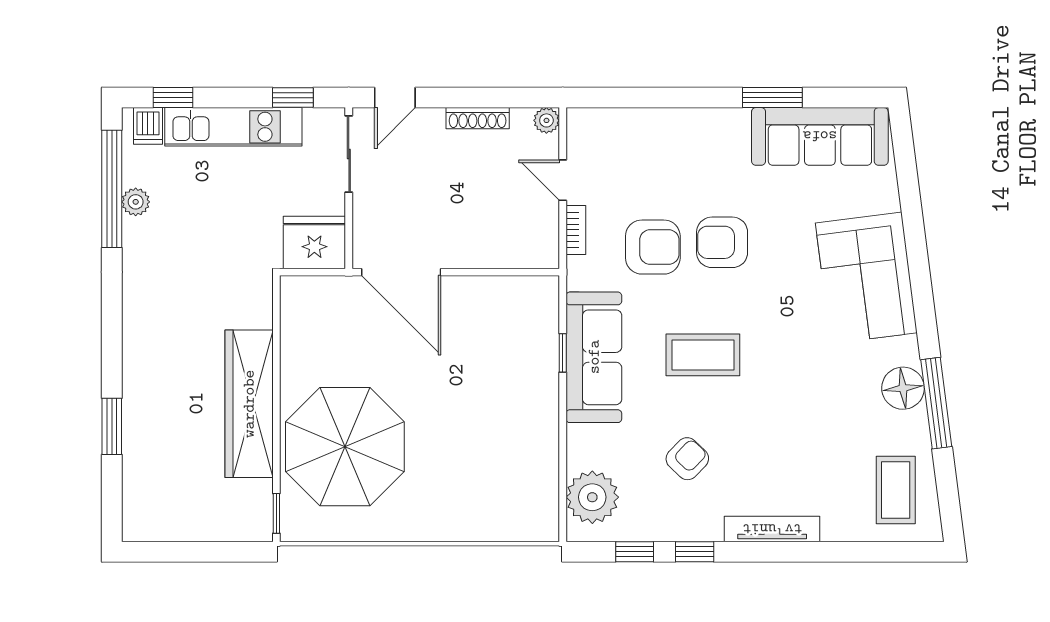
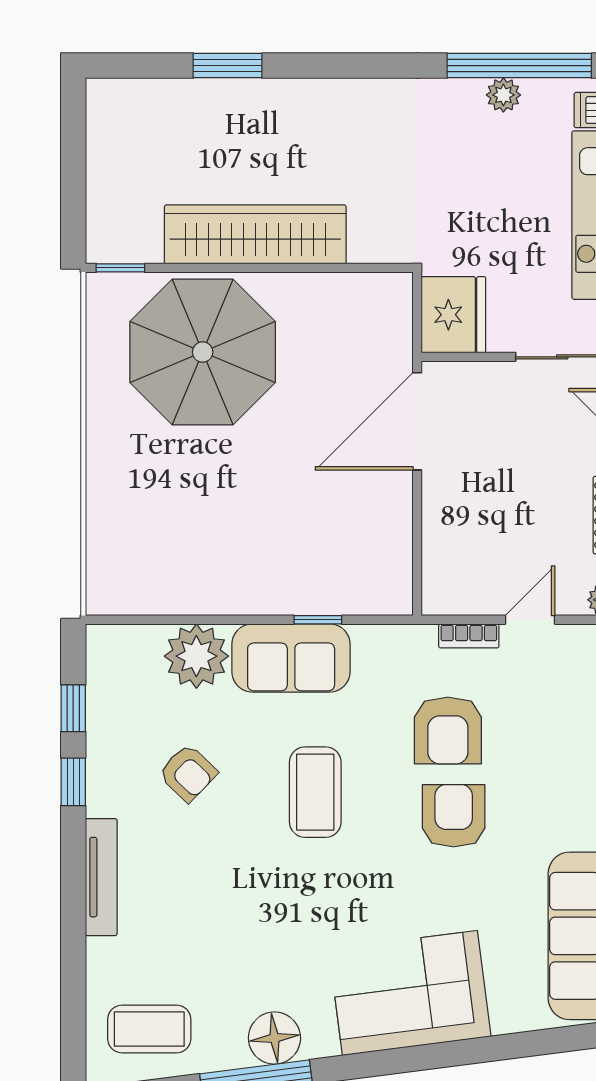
sofa: (594, 357) -> (291, 658), width x0.73
plant: (592, 497) -> (196, 656), moved

